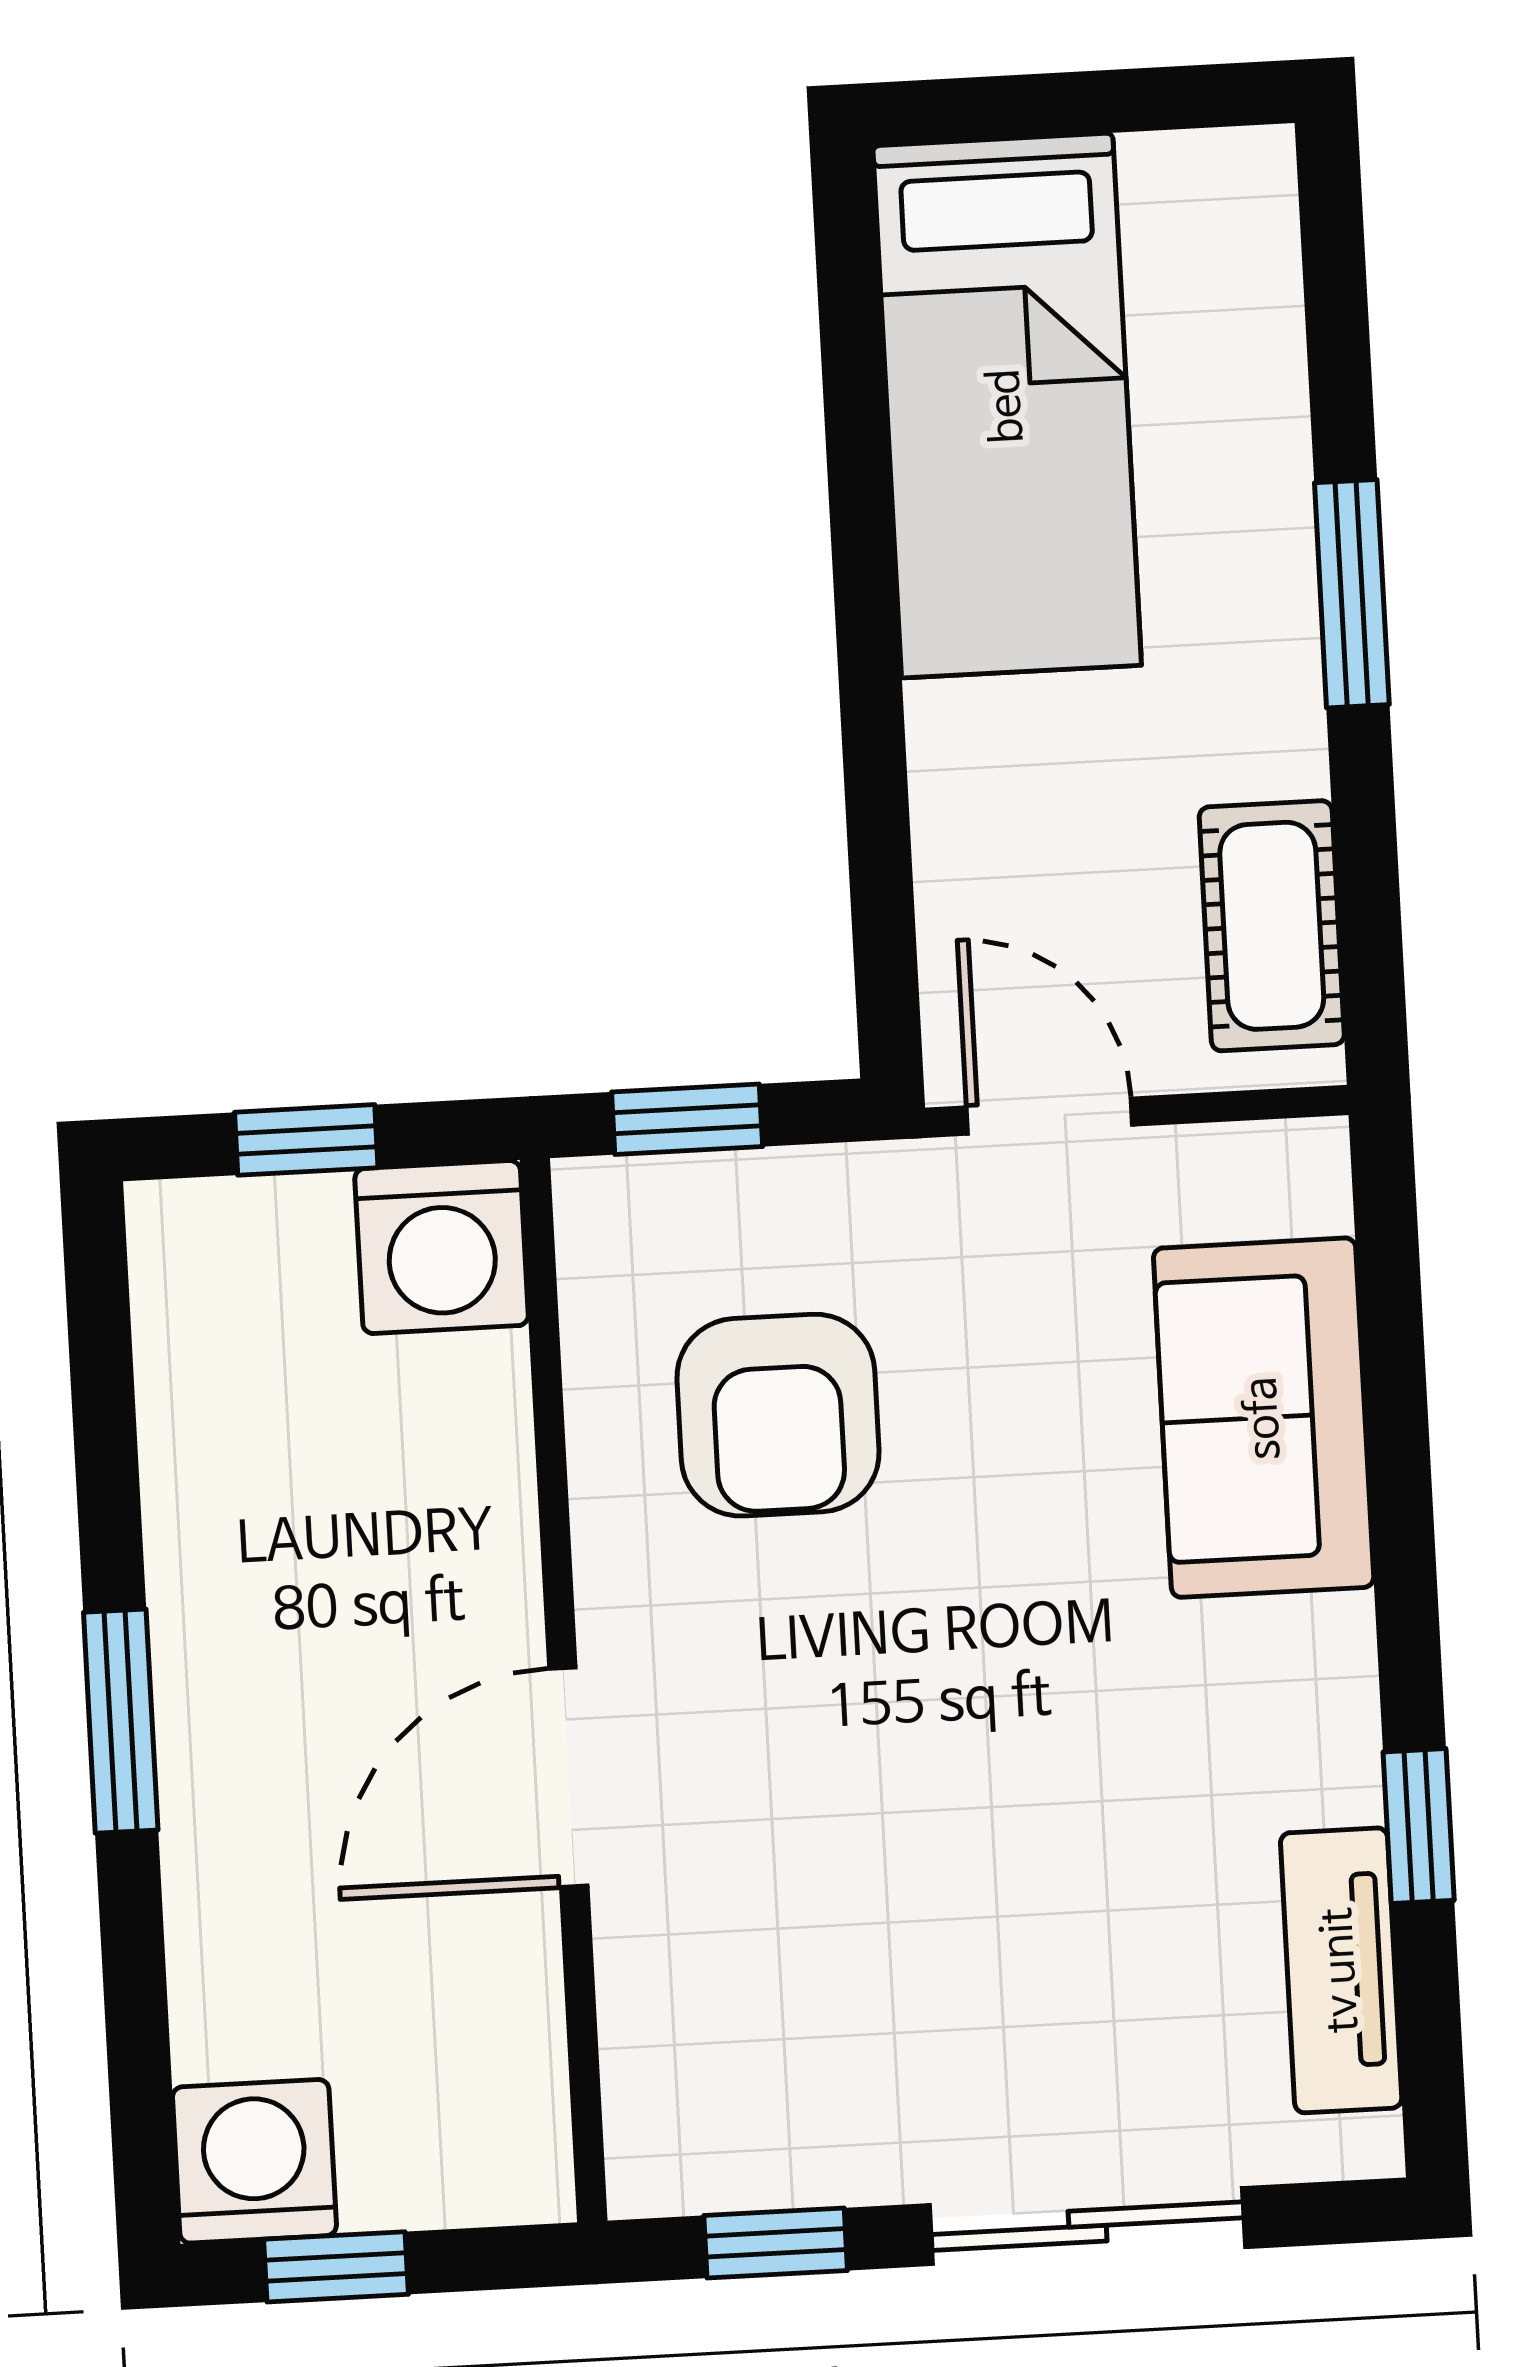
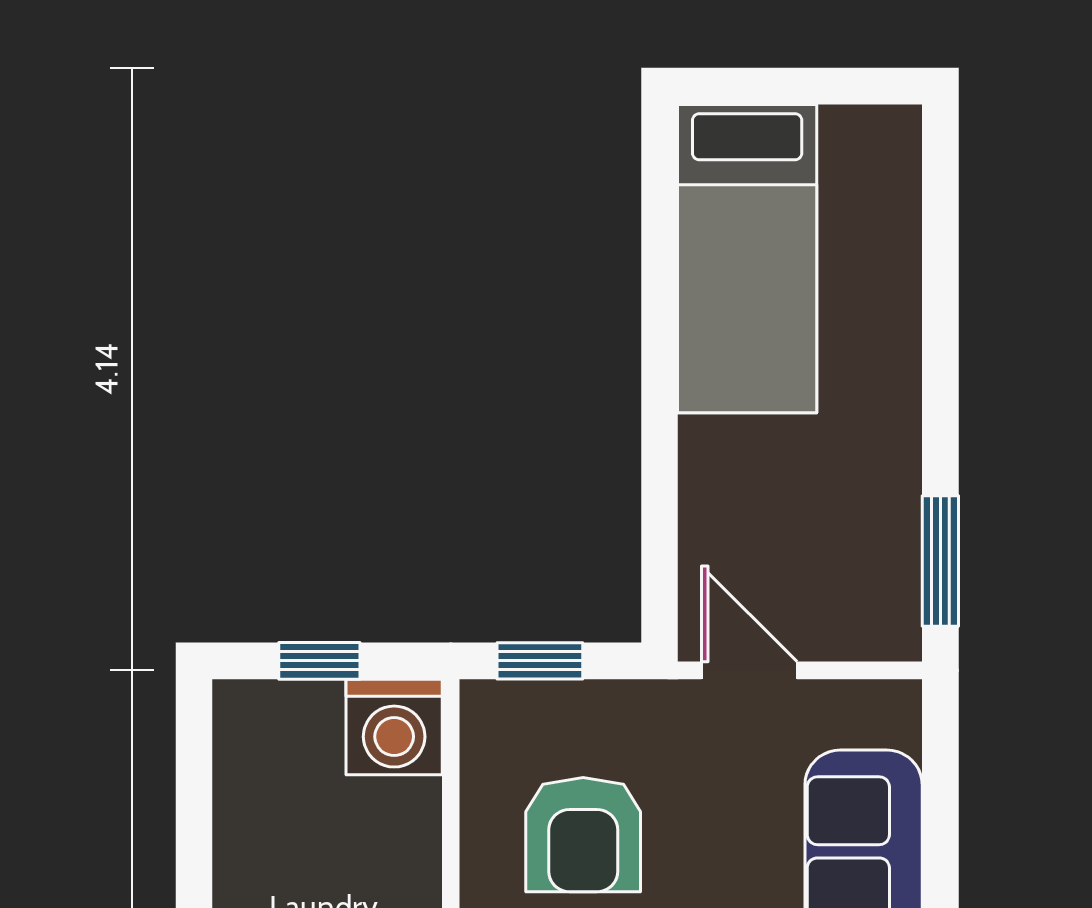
window: (1352, 594) -> (940, 561), moved
cot: (1272, 926) -> (884, 567), removed

